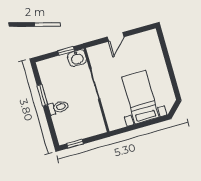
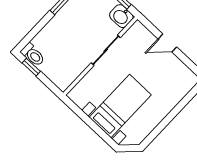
toilet: (58, 107) -> (33, 55), moved

